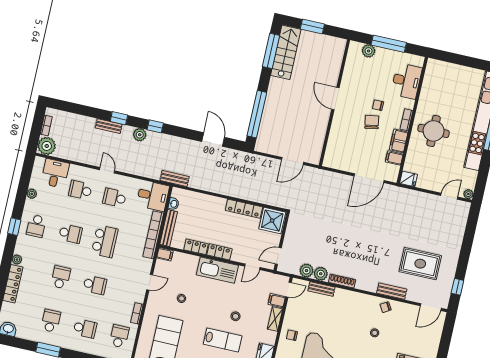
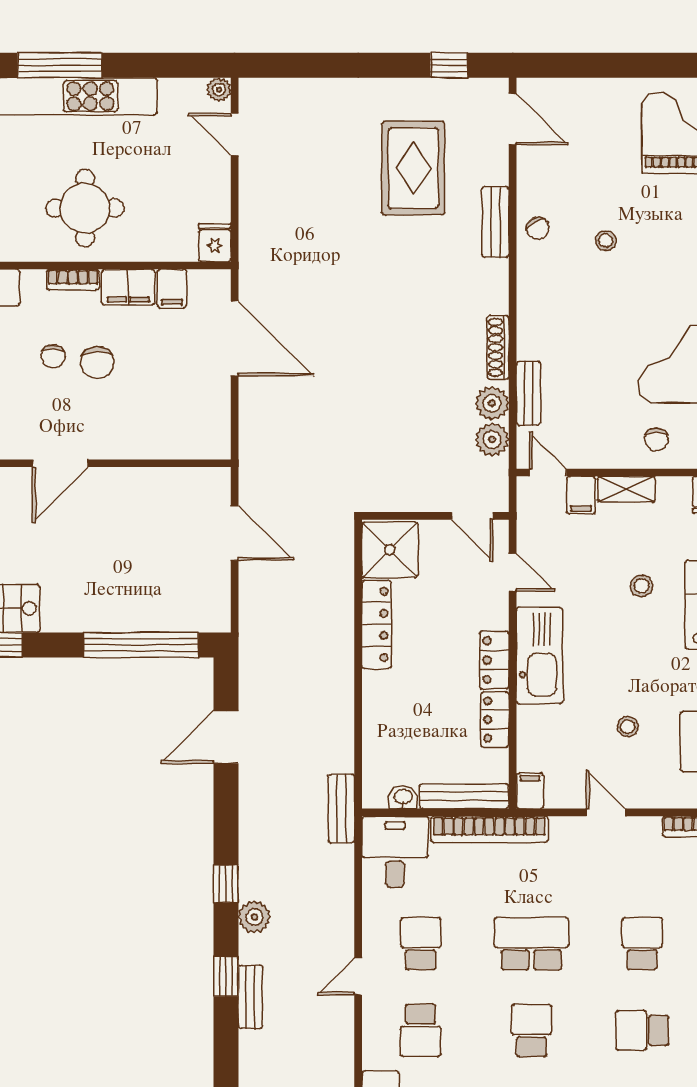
chair: (372, 122) -> (97, 362), turned -80
school desk: (114, 198) -> (421, 944), turned 180

